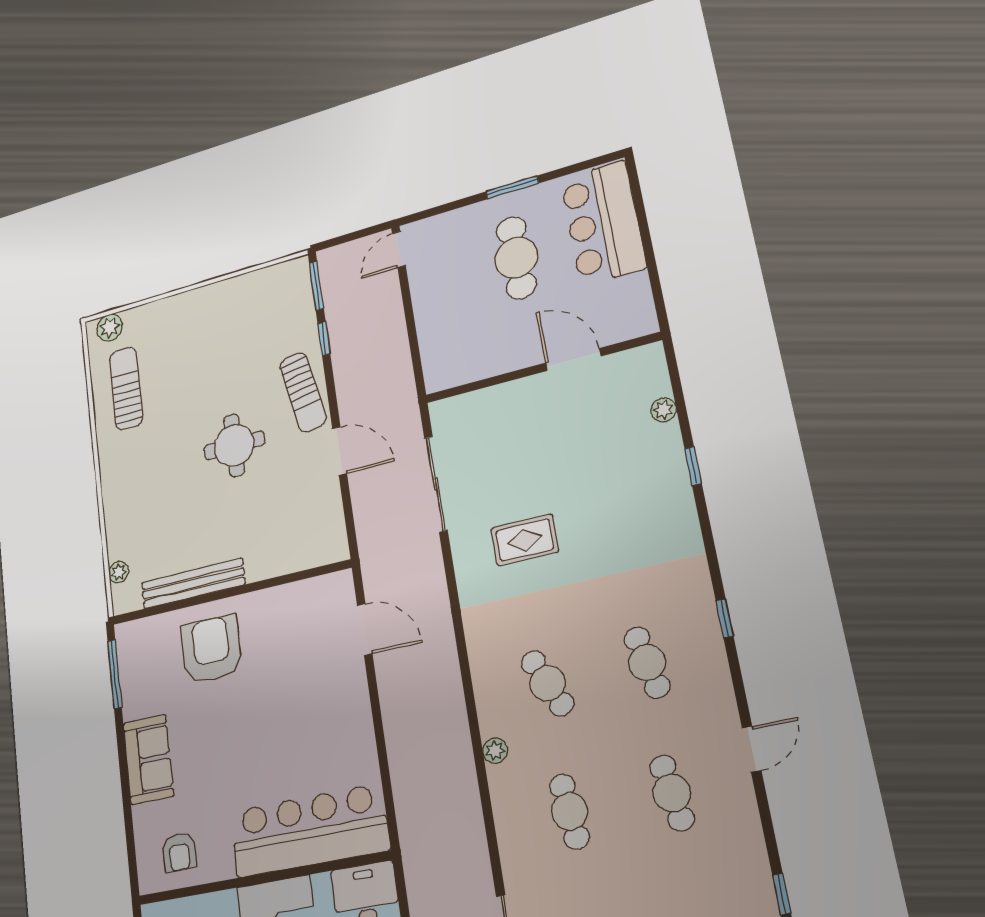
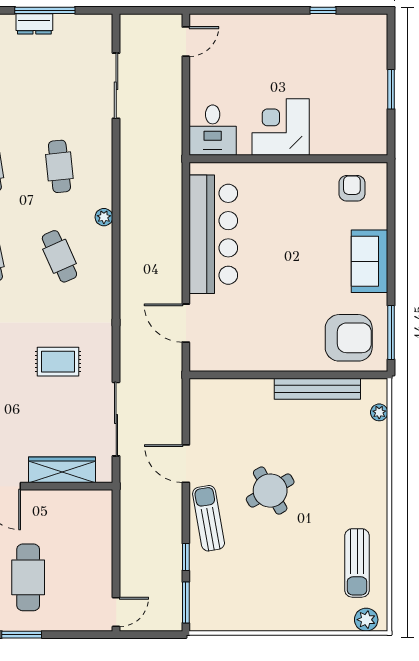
wardrobe: (495, 402) -> (62, 470), added
round table: (234, 445) -> (270, 491), turned -30
armchair: (211, 649) -> (349, 338), moved, turned -90
bar counter: (309, 831) -> (213, 234), moved, turned -90

